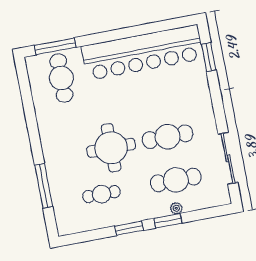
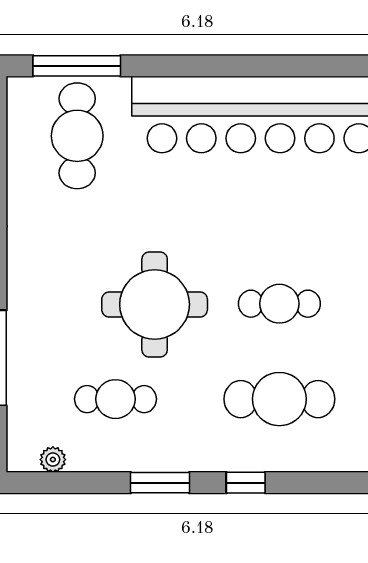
cafe table: (168, 137) -> (279, 304), width x0.73, depth x0.74
plant: (176, 208) -> (53, 460), moved
window: (168, 221) -> (246, 483), width x0.67

